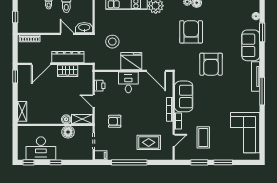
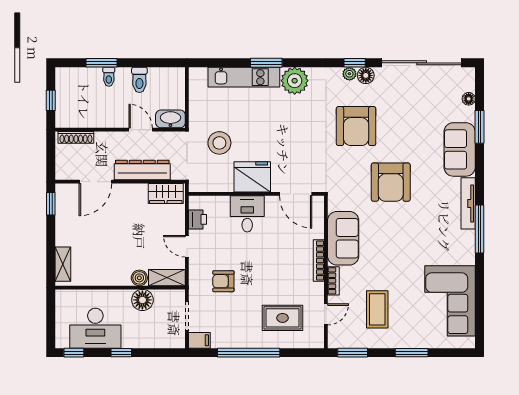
armchair: (191, 32) -> (356, 126), turned 180
wardrobe: (68, 71) -> (166, 194), moved
window: (199, 162) -> (353, 353), moved

